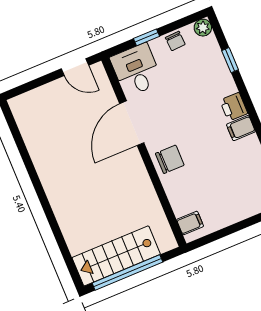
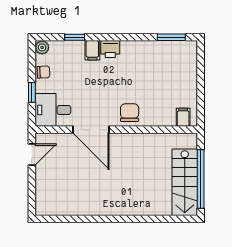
filing cabinet: (241, 128) -> (92, 50), moved

